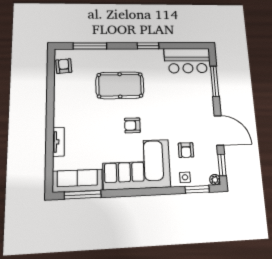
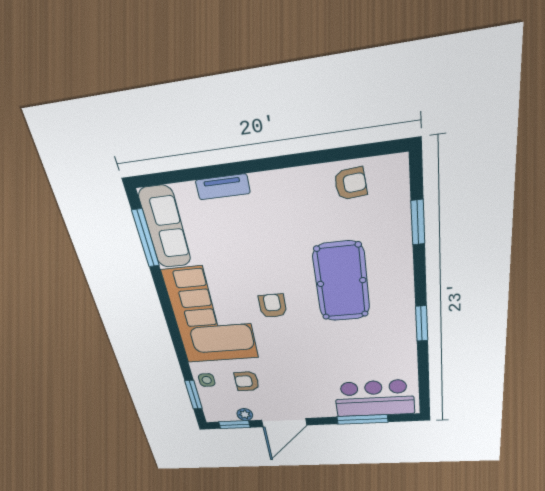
window: (90, 46) -> (418, 222), width x0.69
bar counter: (187, 61) -> (374, 398), moved, turned 90
armchair: (64, 66) -> (351, 184), moved
plant: (215, 180) -> (245, 415), moved

